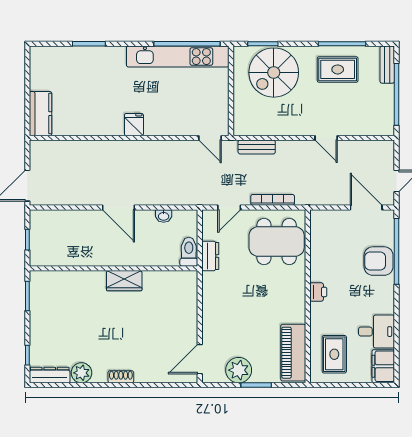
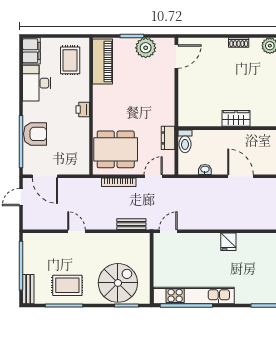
door: (210, 138) -> (168, 231), hinge flipped
desk: (376, 332) -> (37, 83), width x1.37

